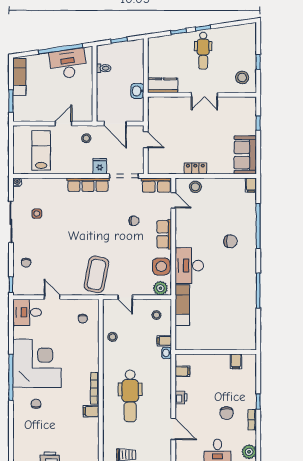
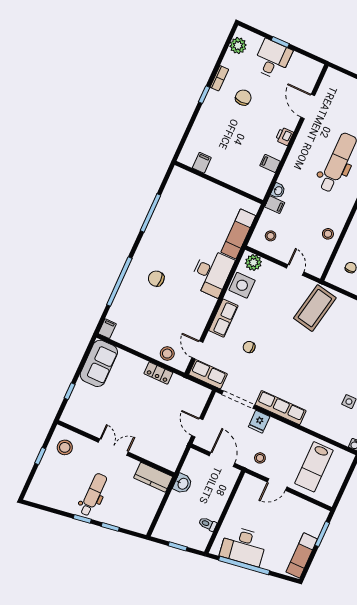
wall: (216, 352) -> (219, 182), moved
filing cabinet: (236, 361) -> (202, 163), moved

